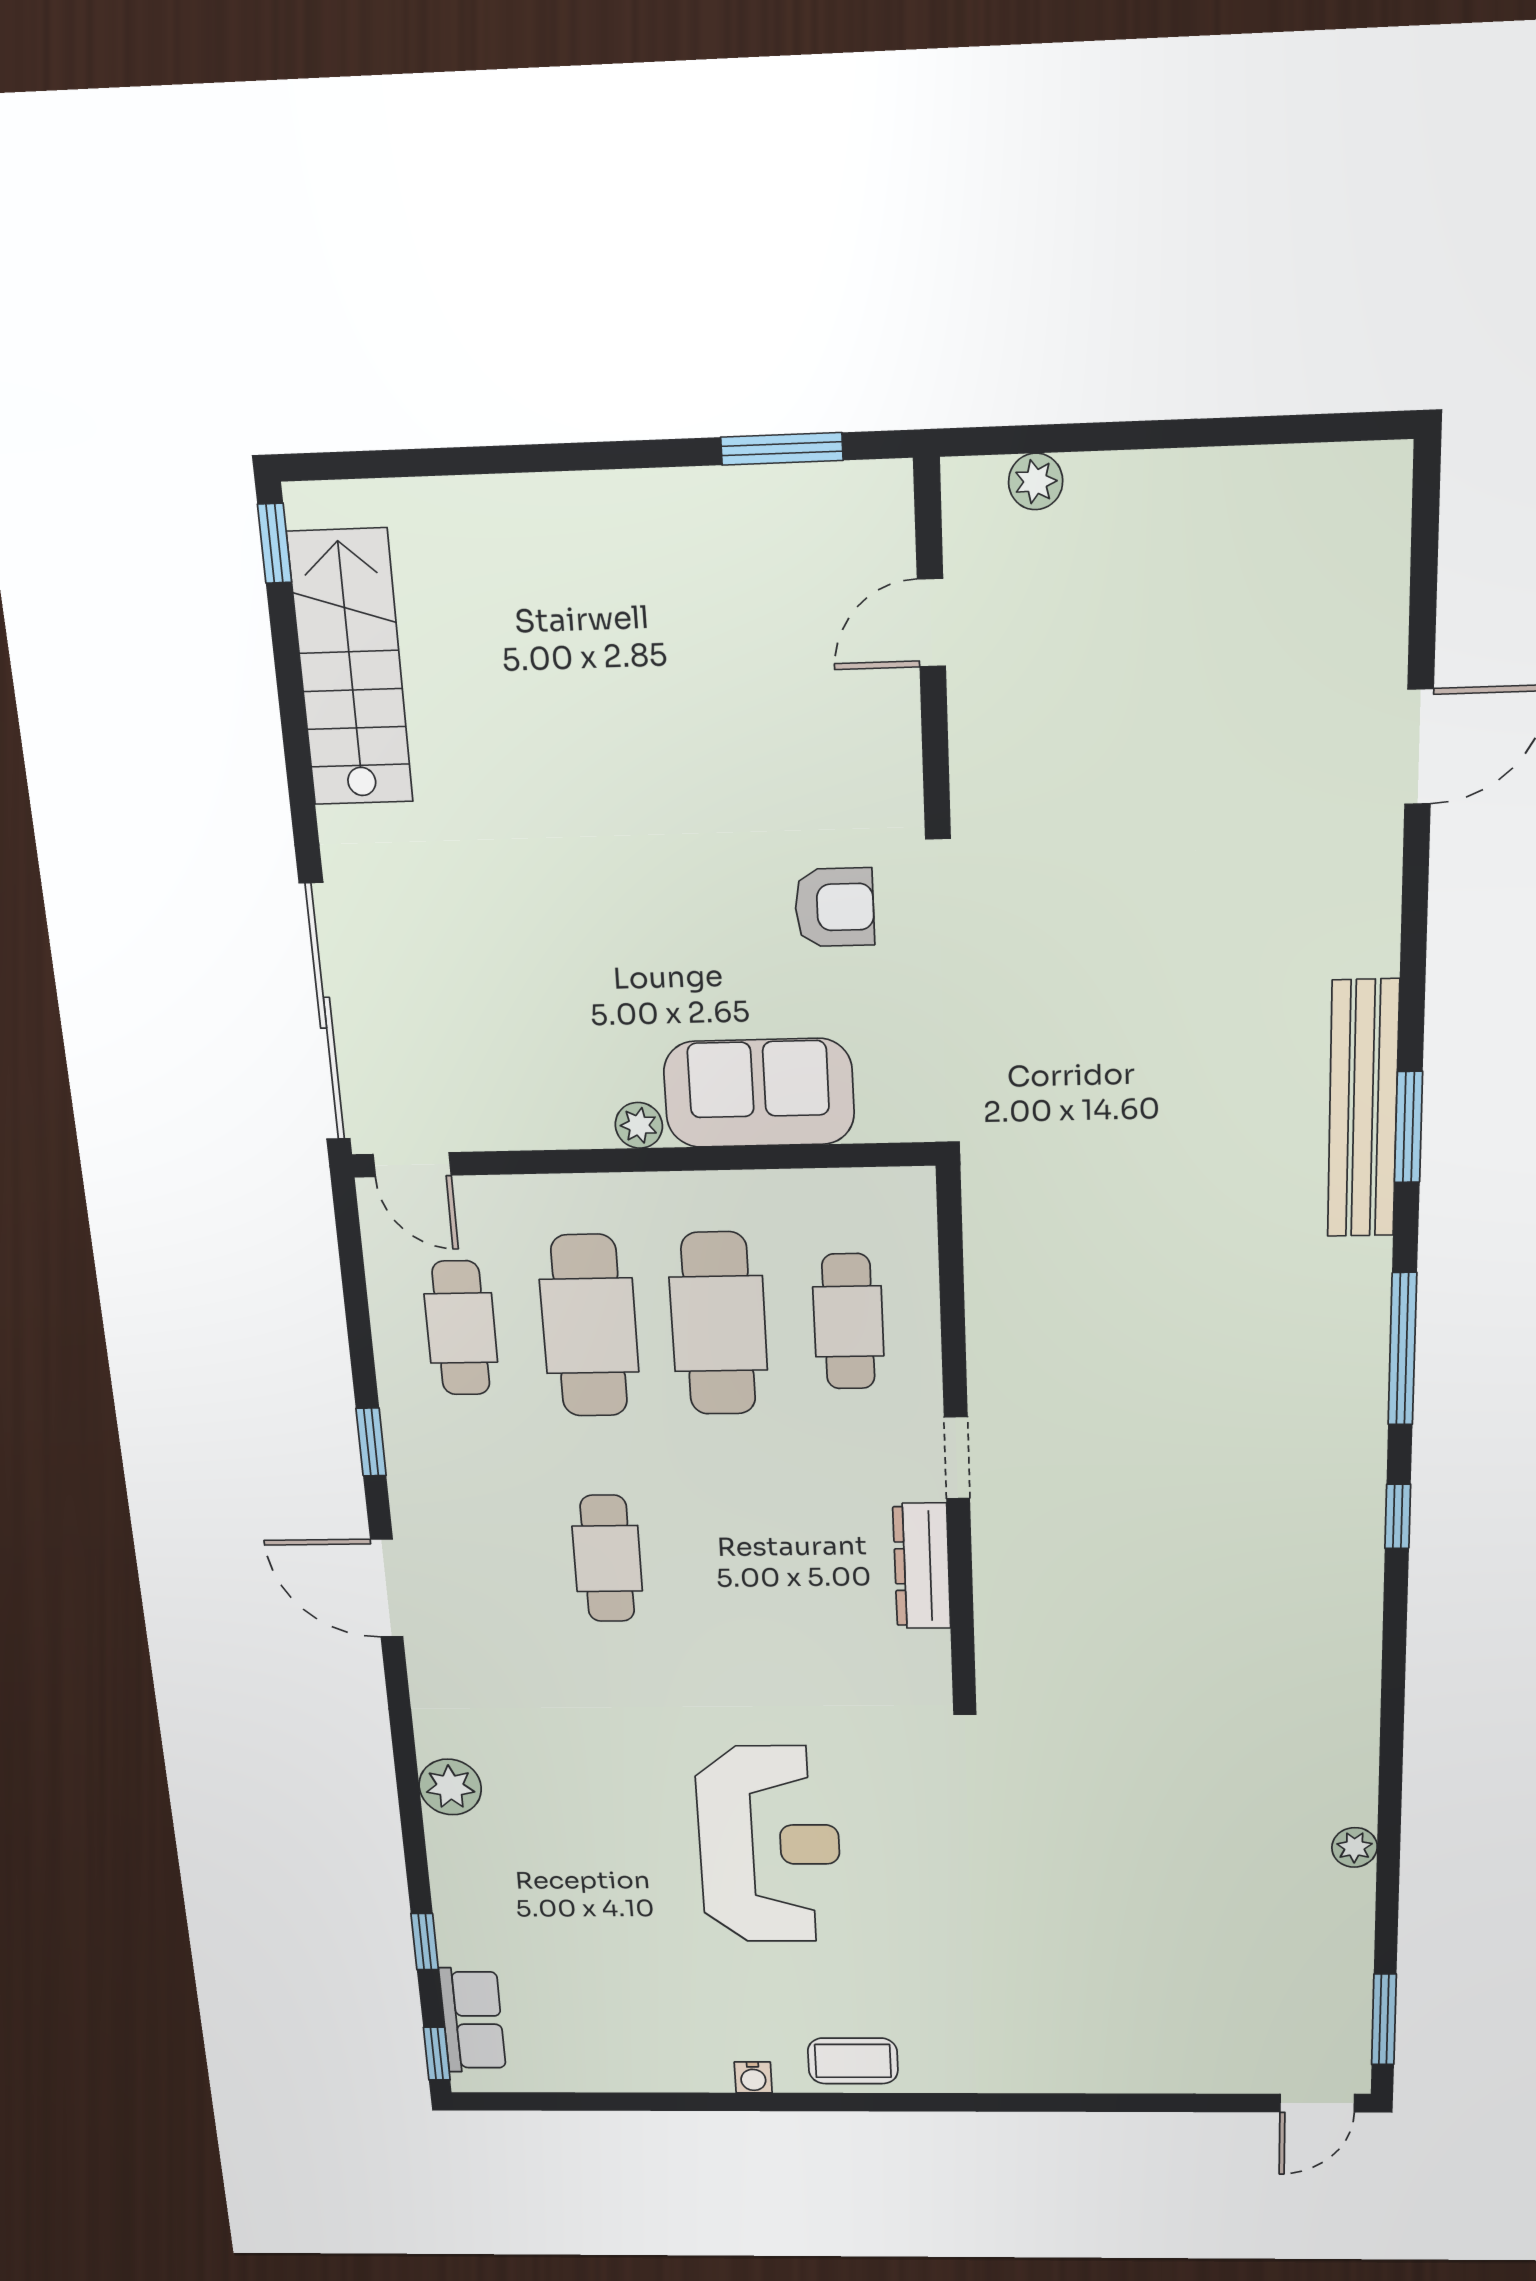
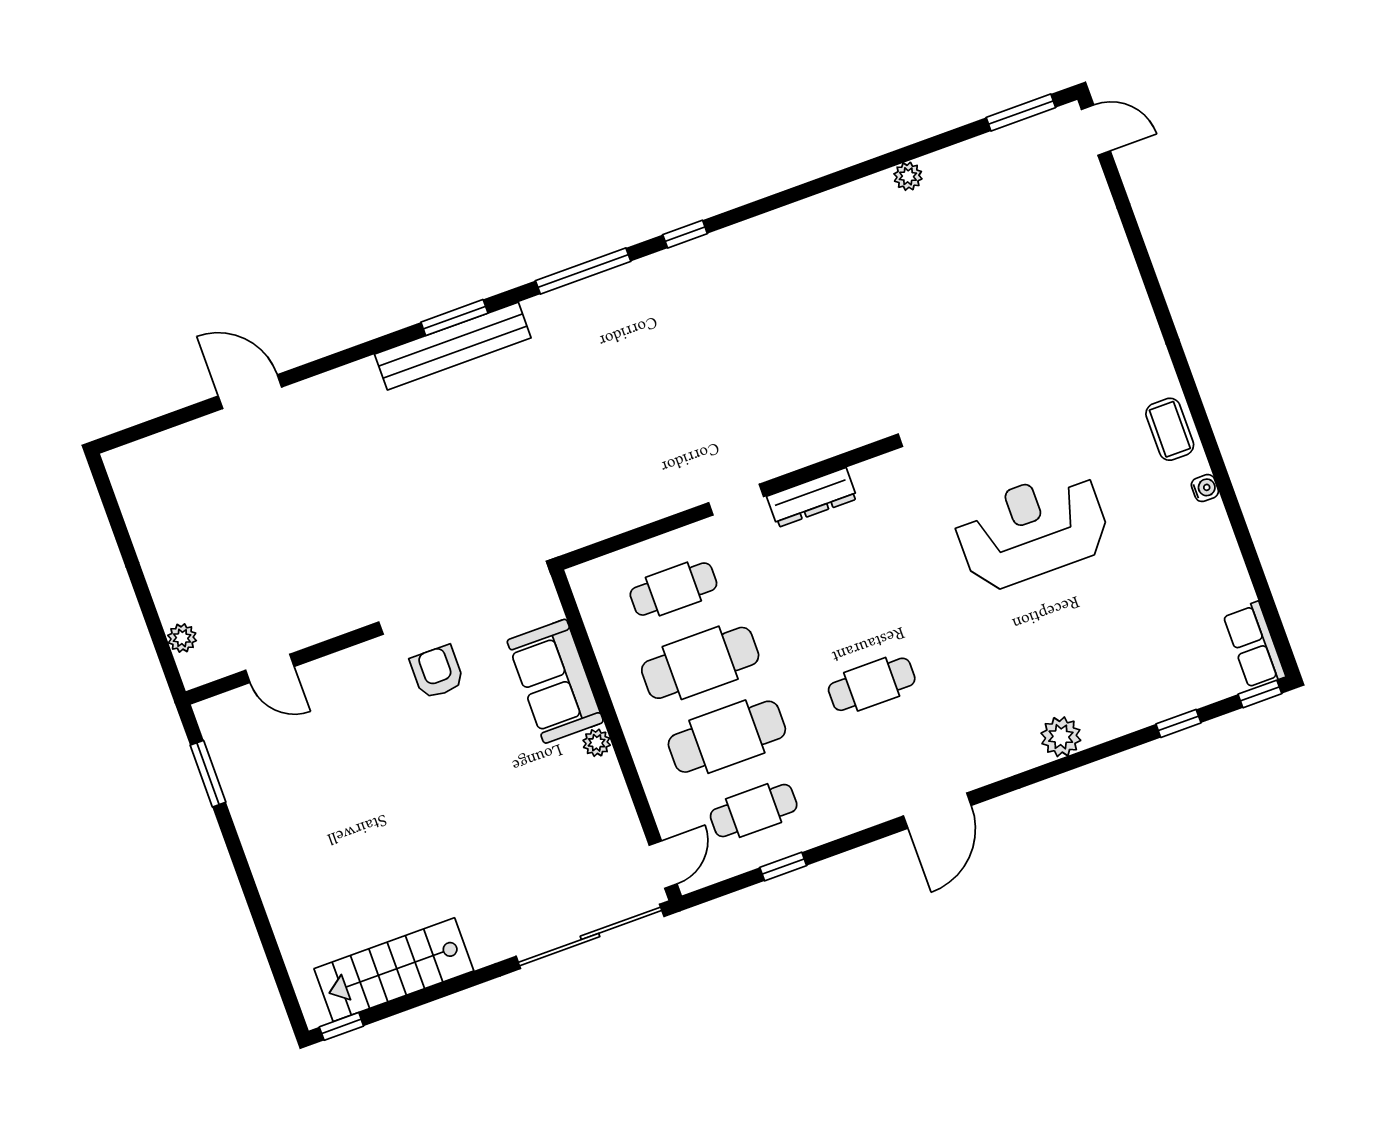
window: (371, 1442) -> (783, 866), moved
row of seats: (472, 2020) -> (1254, 645), moved, turned -90

